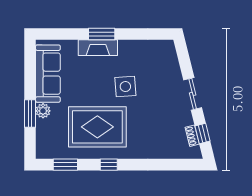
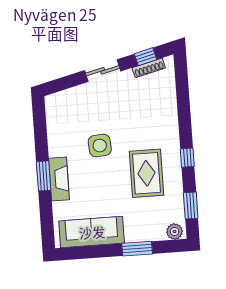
plant: (43, 111) -> (175, 232), moved
rug: (97, 127) -> (146, 173), width x0.73, depth x0.69
shoe rack: (192, 136) -> (149, 68), width x1.43

